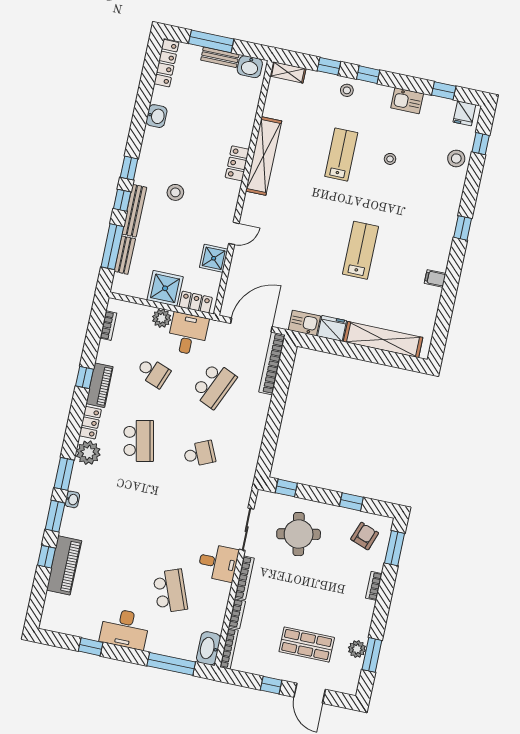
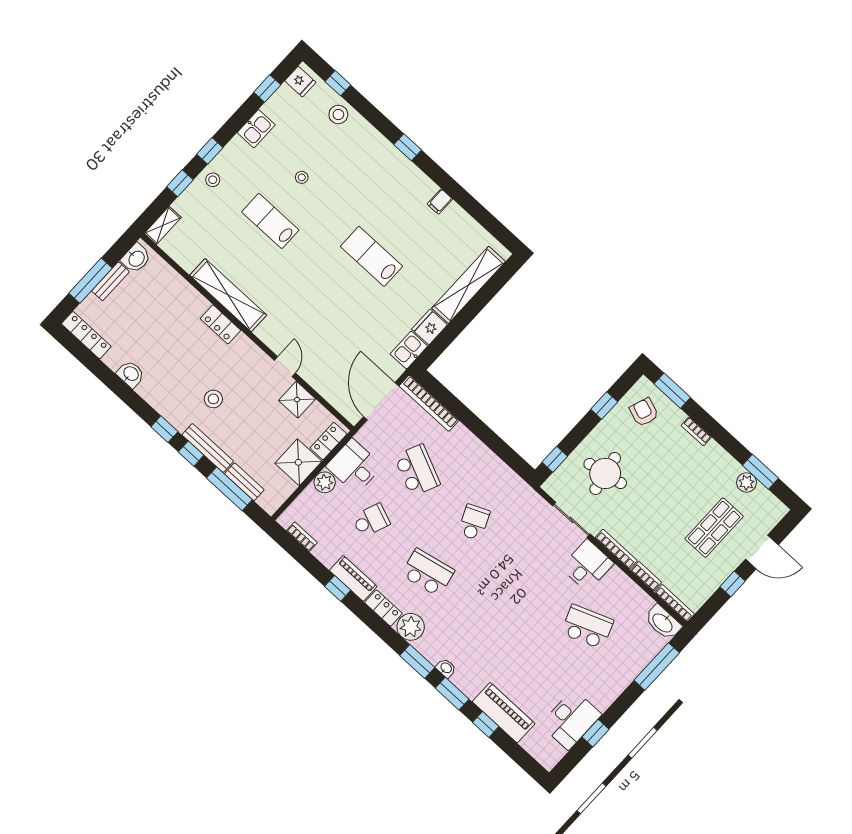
desk: (125, 629) -> (571, 720), moved

